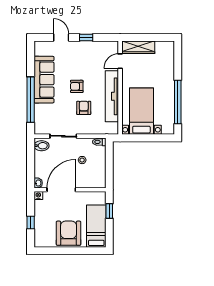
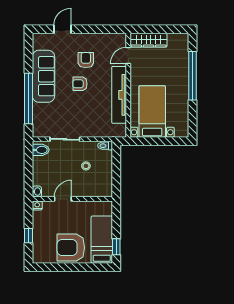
door: (61, 38) -> (63, 29), hinge flipped
window: (86, 38) -> (90, 29), removed
window: (178, 102) -> (193, 76), moved
armchair: (84, 108) -> (86, 60), moved
door: (61, 190) -> (63, 199), width x0.53
window: (109, 211) -> (116, 247), moved
armchair: (69, 233) -> (71, 248), turned -90

